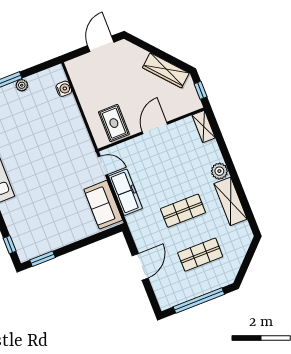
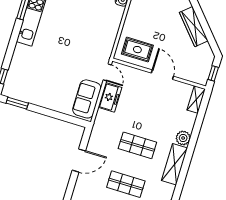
wardrobe: (166, 70) -> (194, 27), moved
rug: (114, 123) -> (137, 50), turned 90
door: (155, 128) -> (162, 75), hinge flipped
freezer: (125, 192) -> (110, 97), width x0.71

